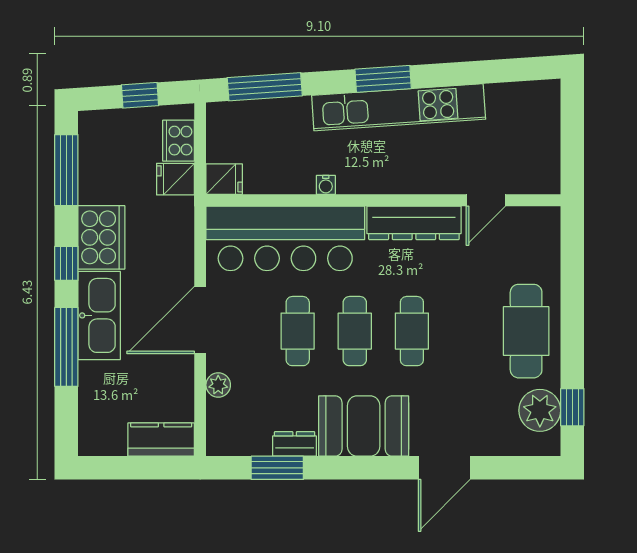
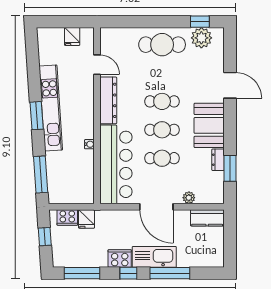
fridge: (224, 179) -> (72, 36), moved, turned 180
cooker: (101, 237) -> (120, 259), width x0.73, depth x0.76
kitchen counter: (161, 440) -> (207, 218), moved, turned -90

